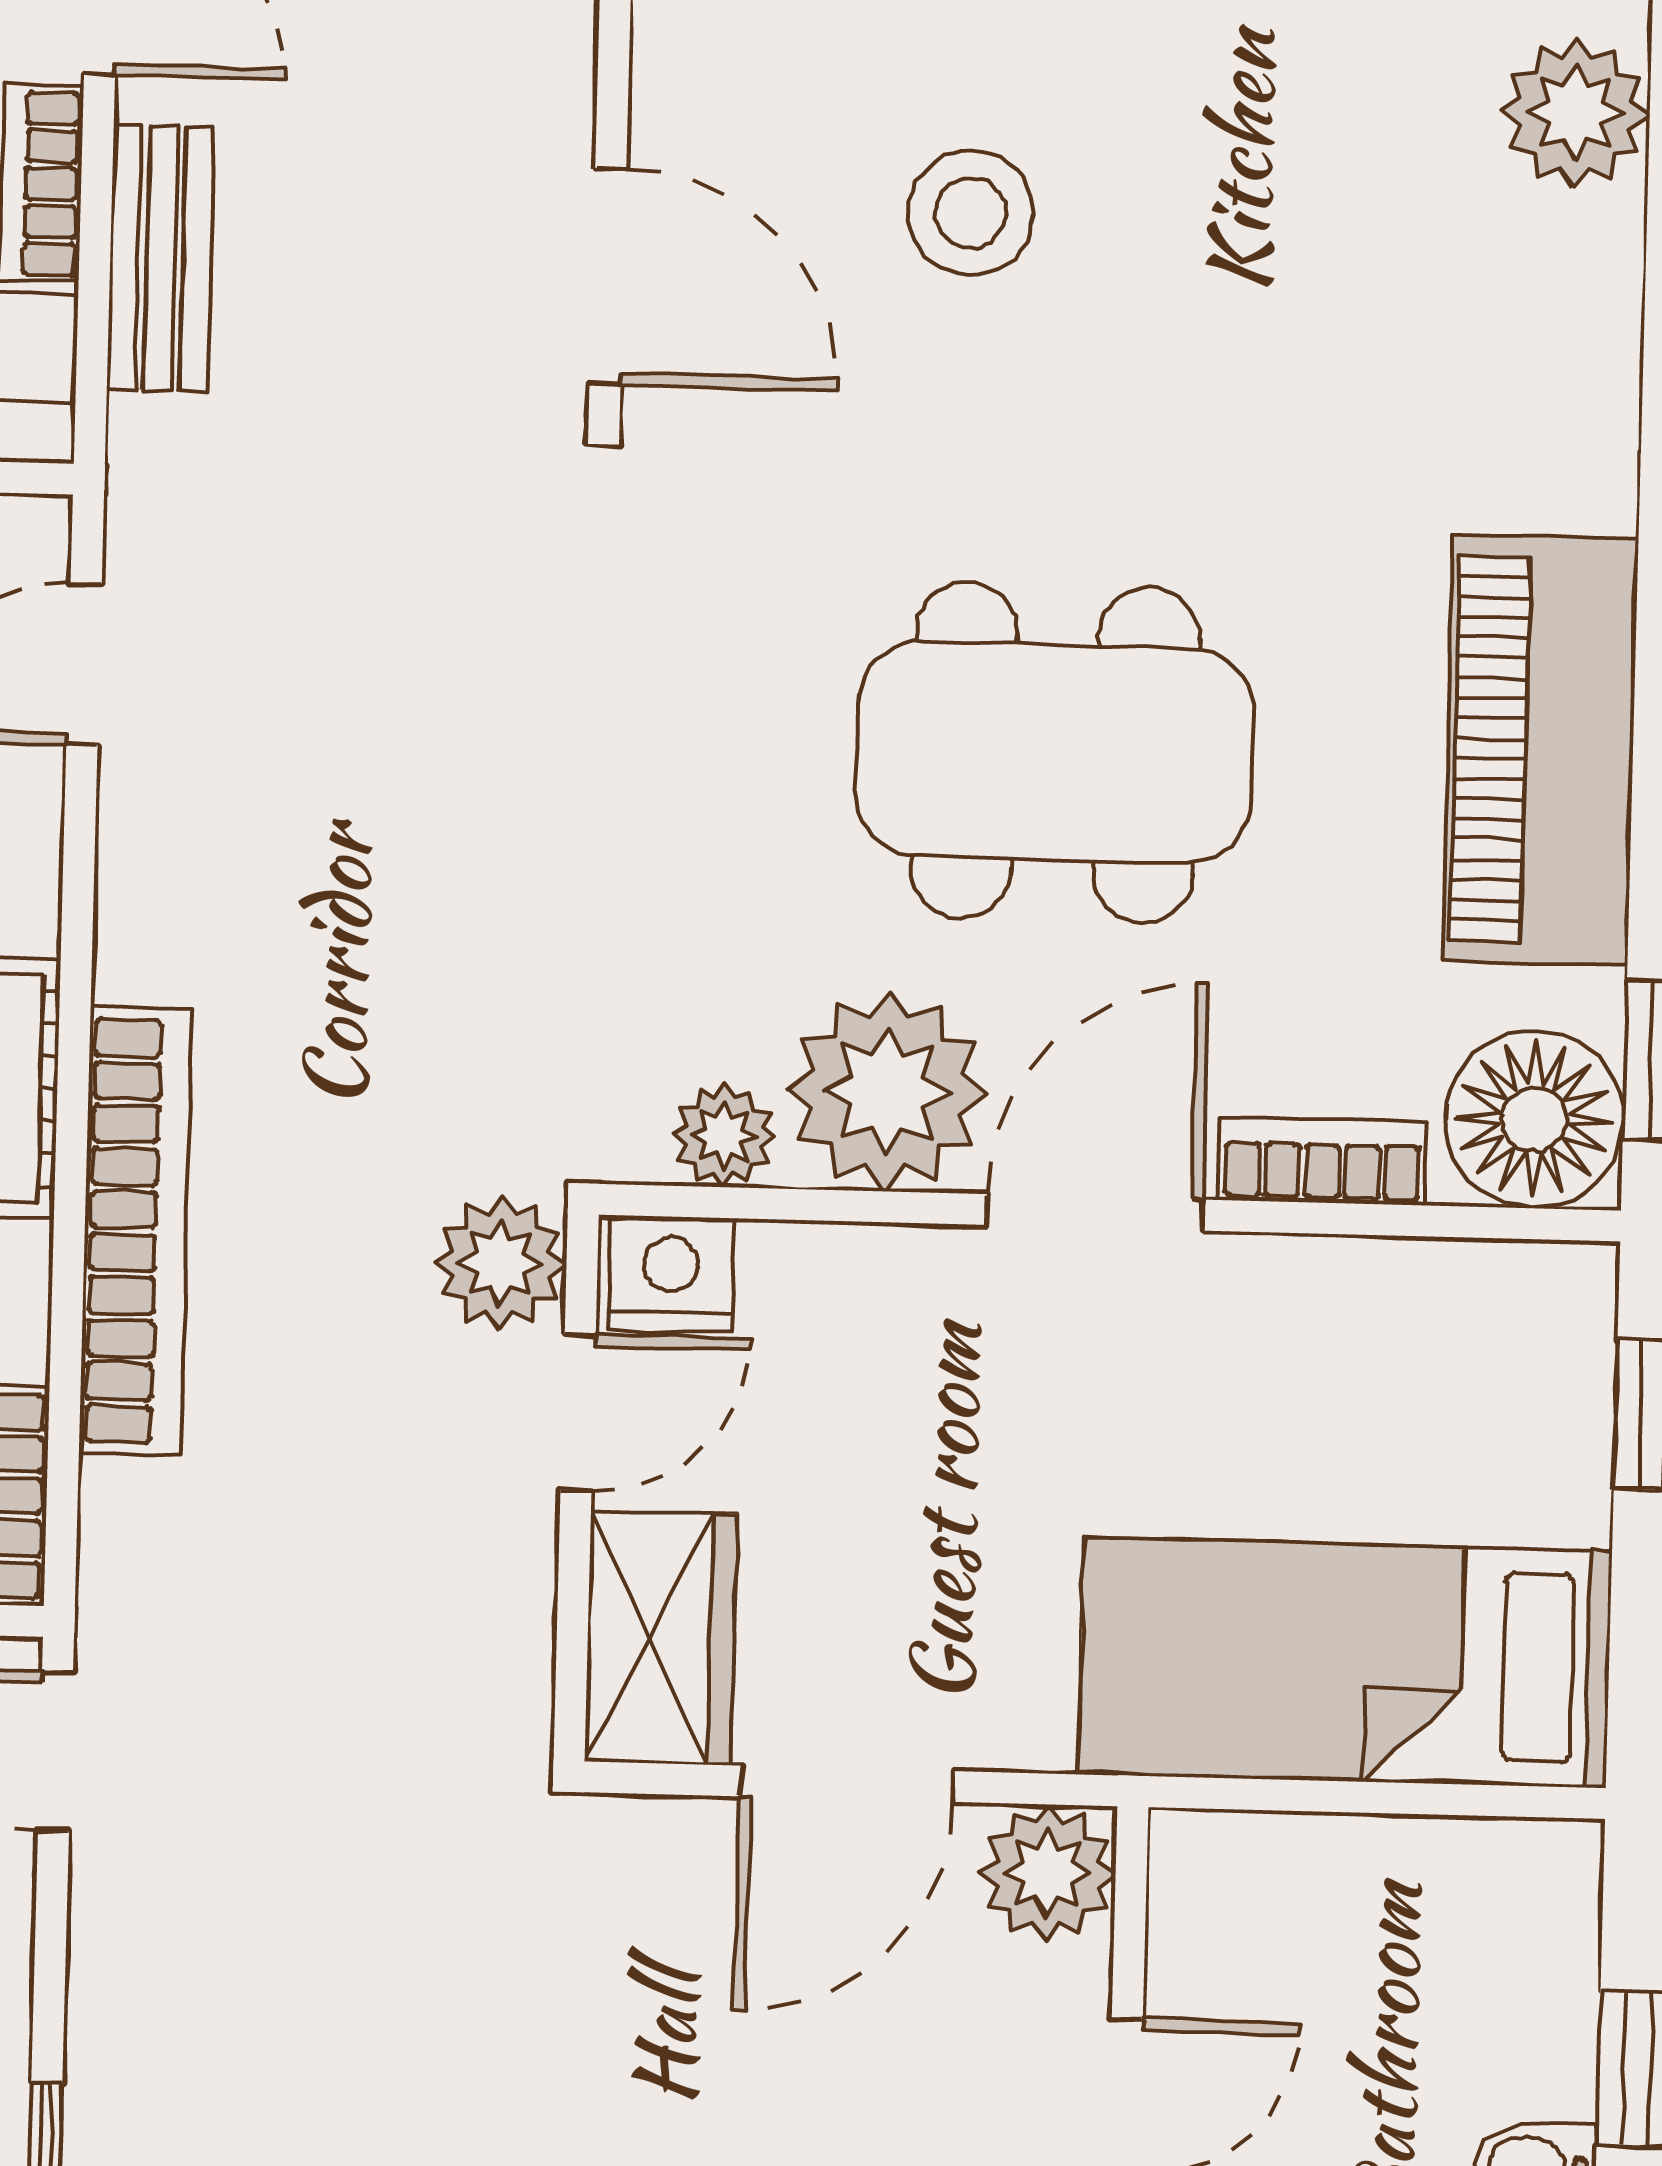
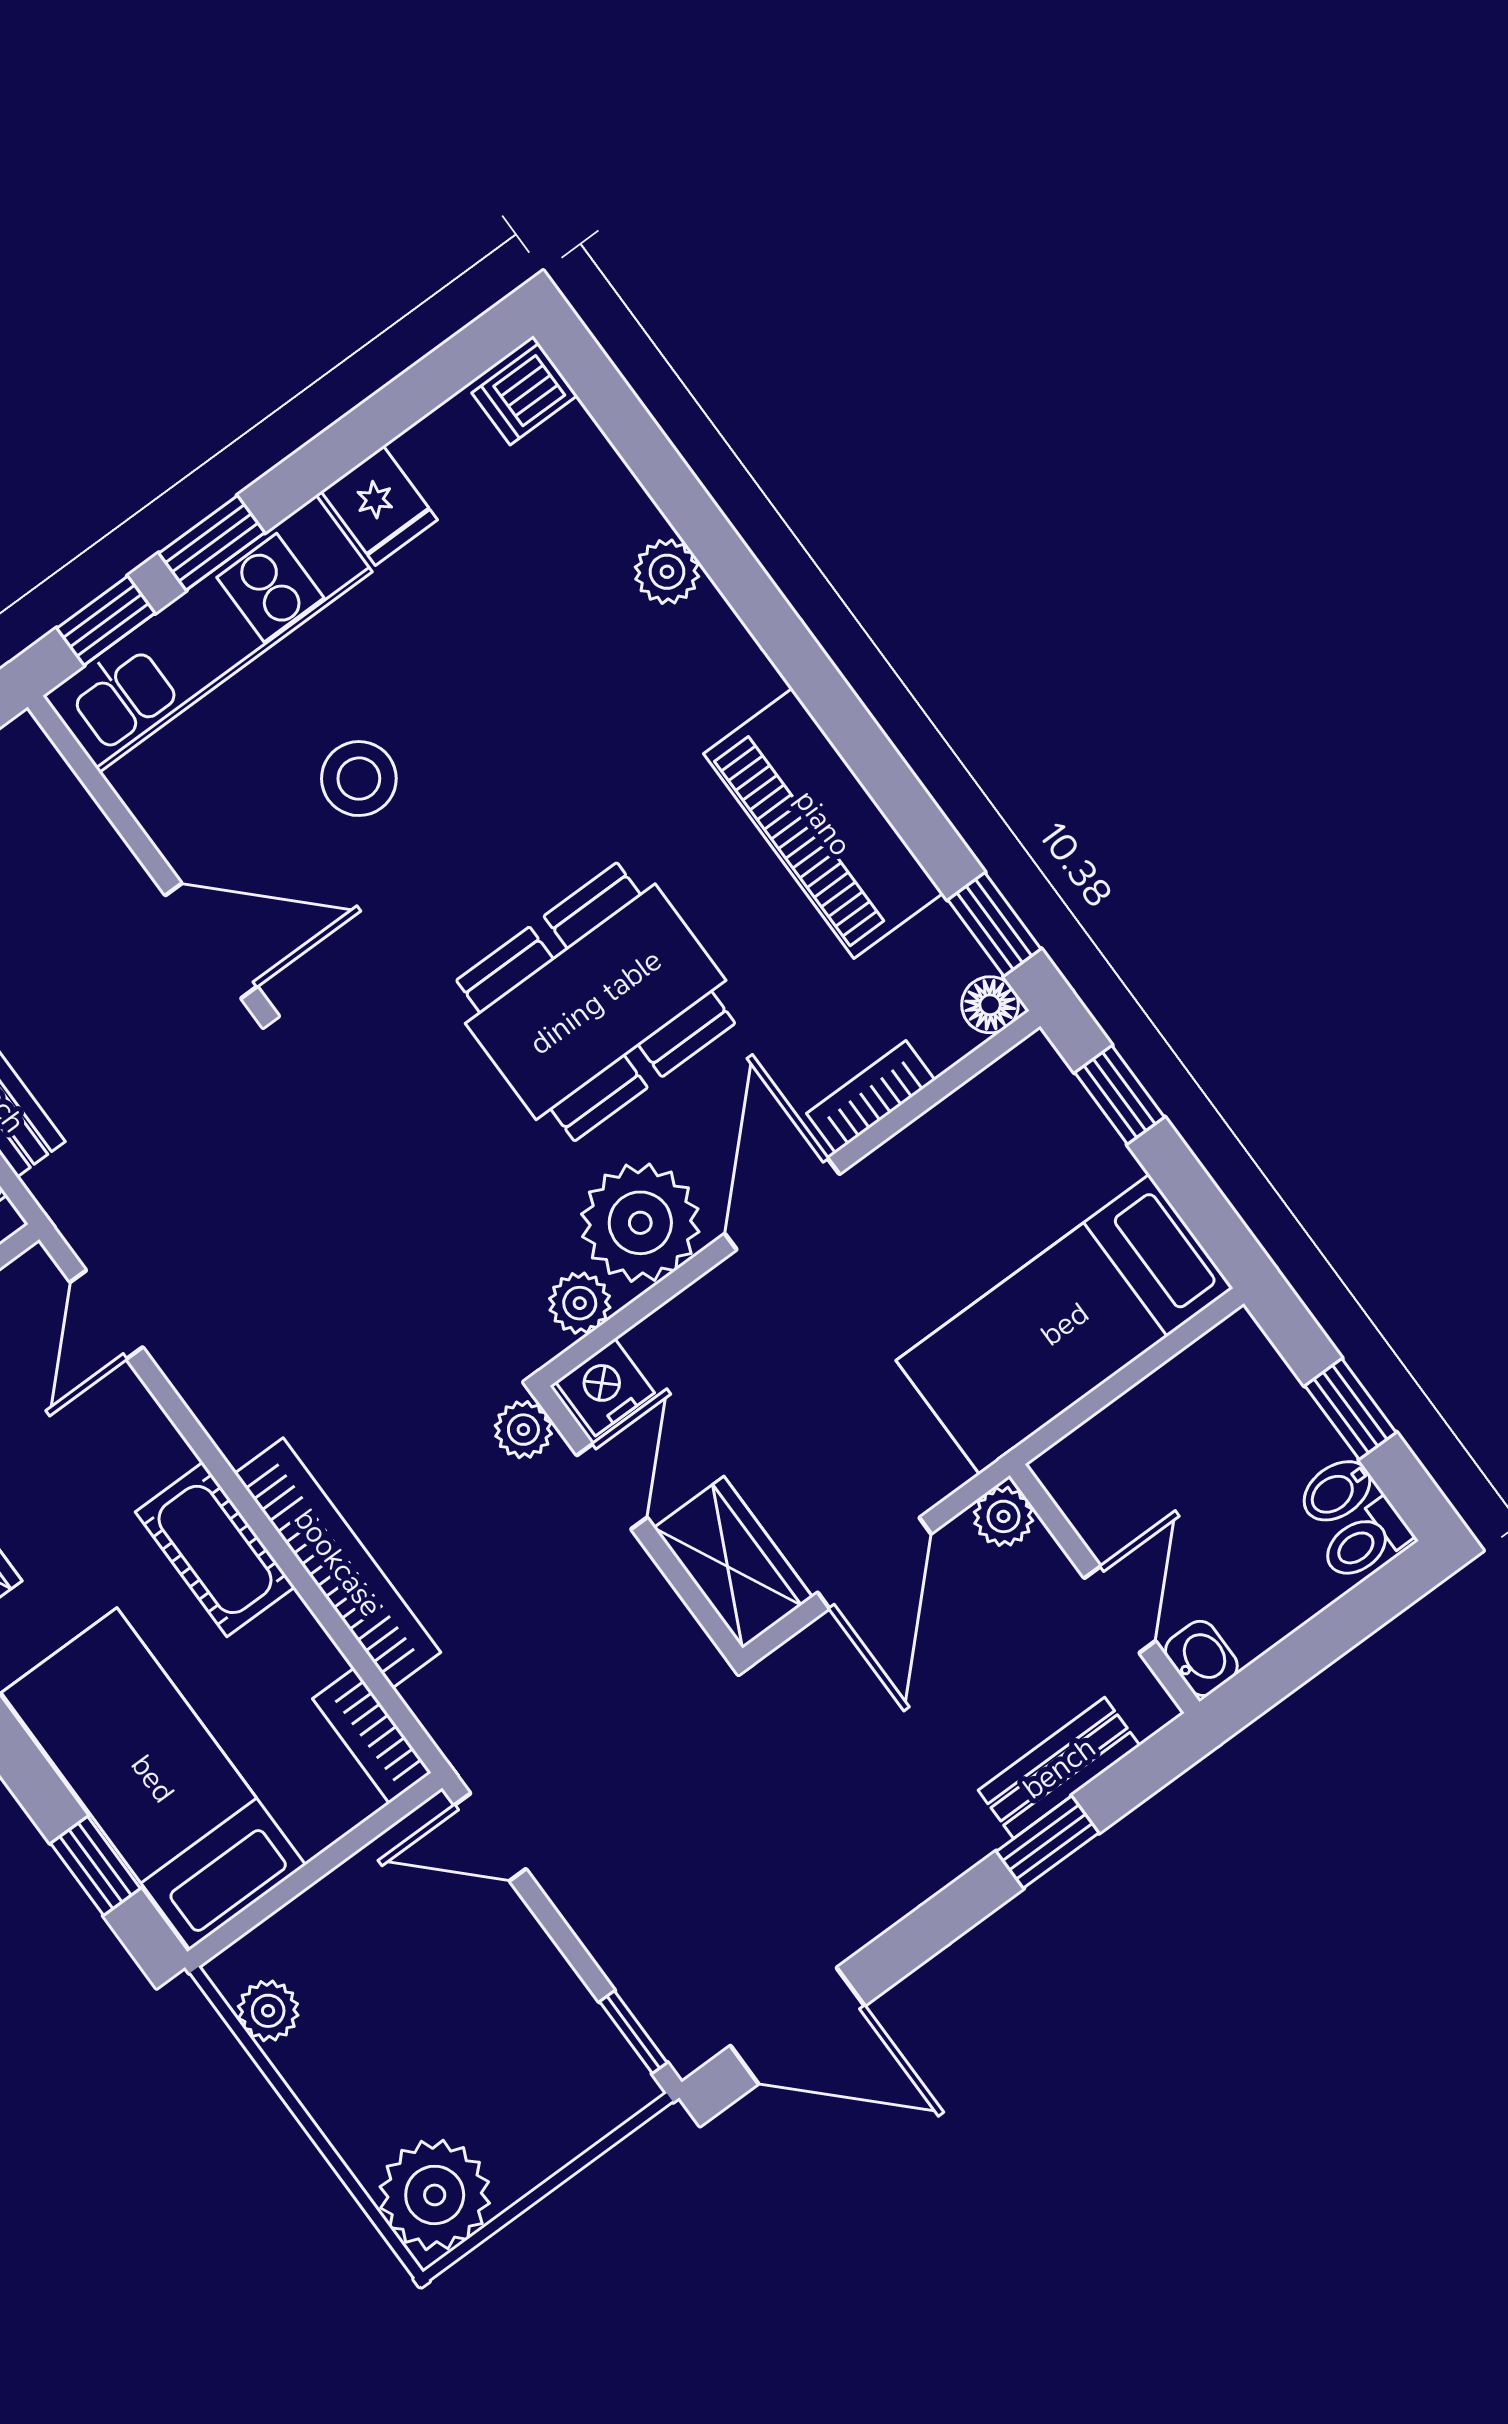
plant: (1576, 113) -> (667, 572), moved, width x0.73, depth x0.73
floor lamp: (1534, 1119) -> (990, 1005), width x0.53, depth x0.53
plant: (501, 1263) -> (523, 1430), width x0.73, depth x0.73
plant: (1047, 1873) -> (1003, 1516), width x0.73, depth x0.73

